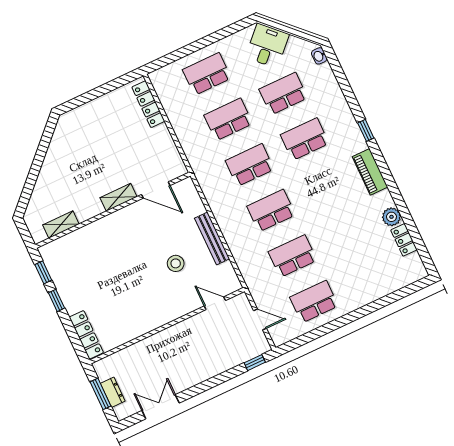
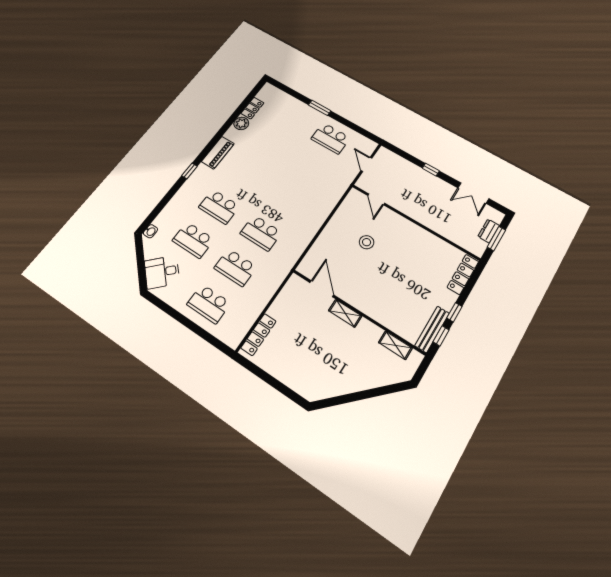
school desk: (271, 211) -> (285, 200), removed
bench: (212, 238) -> (432, 329), moved
school desk: (293, 256) -> (308, 168), removed
window: (359, 313) -> (320, 108), added
window: (255, 363) -> (431, 170), moved

